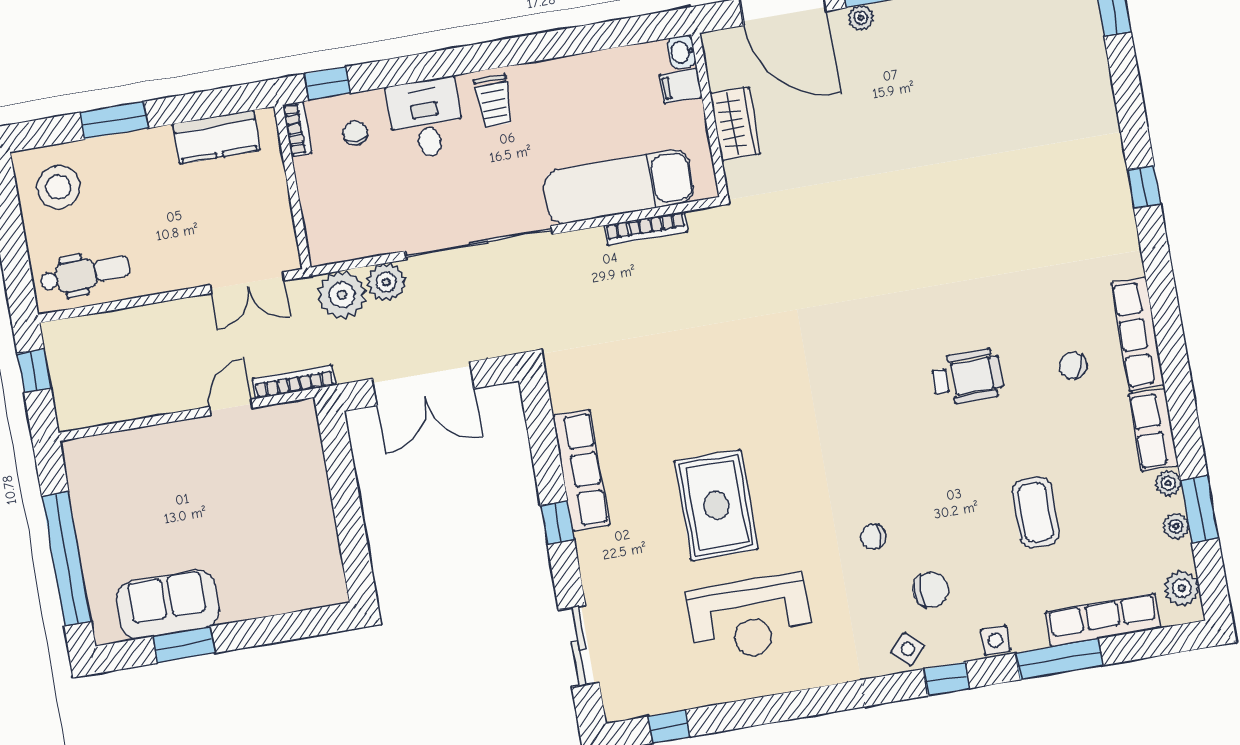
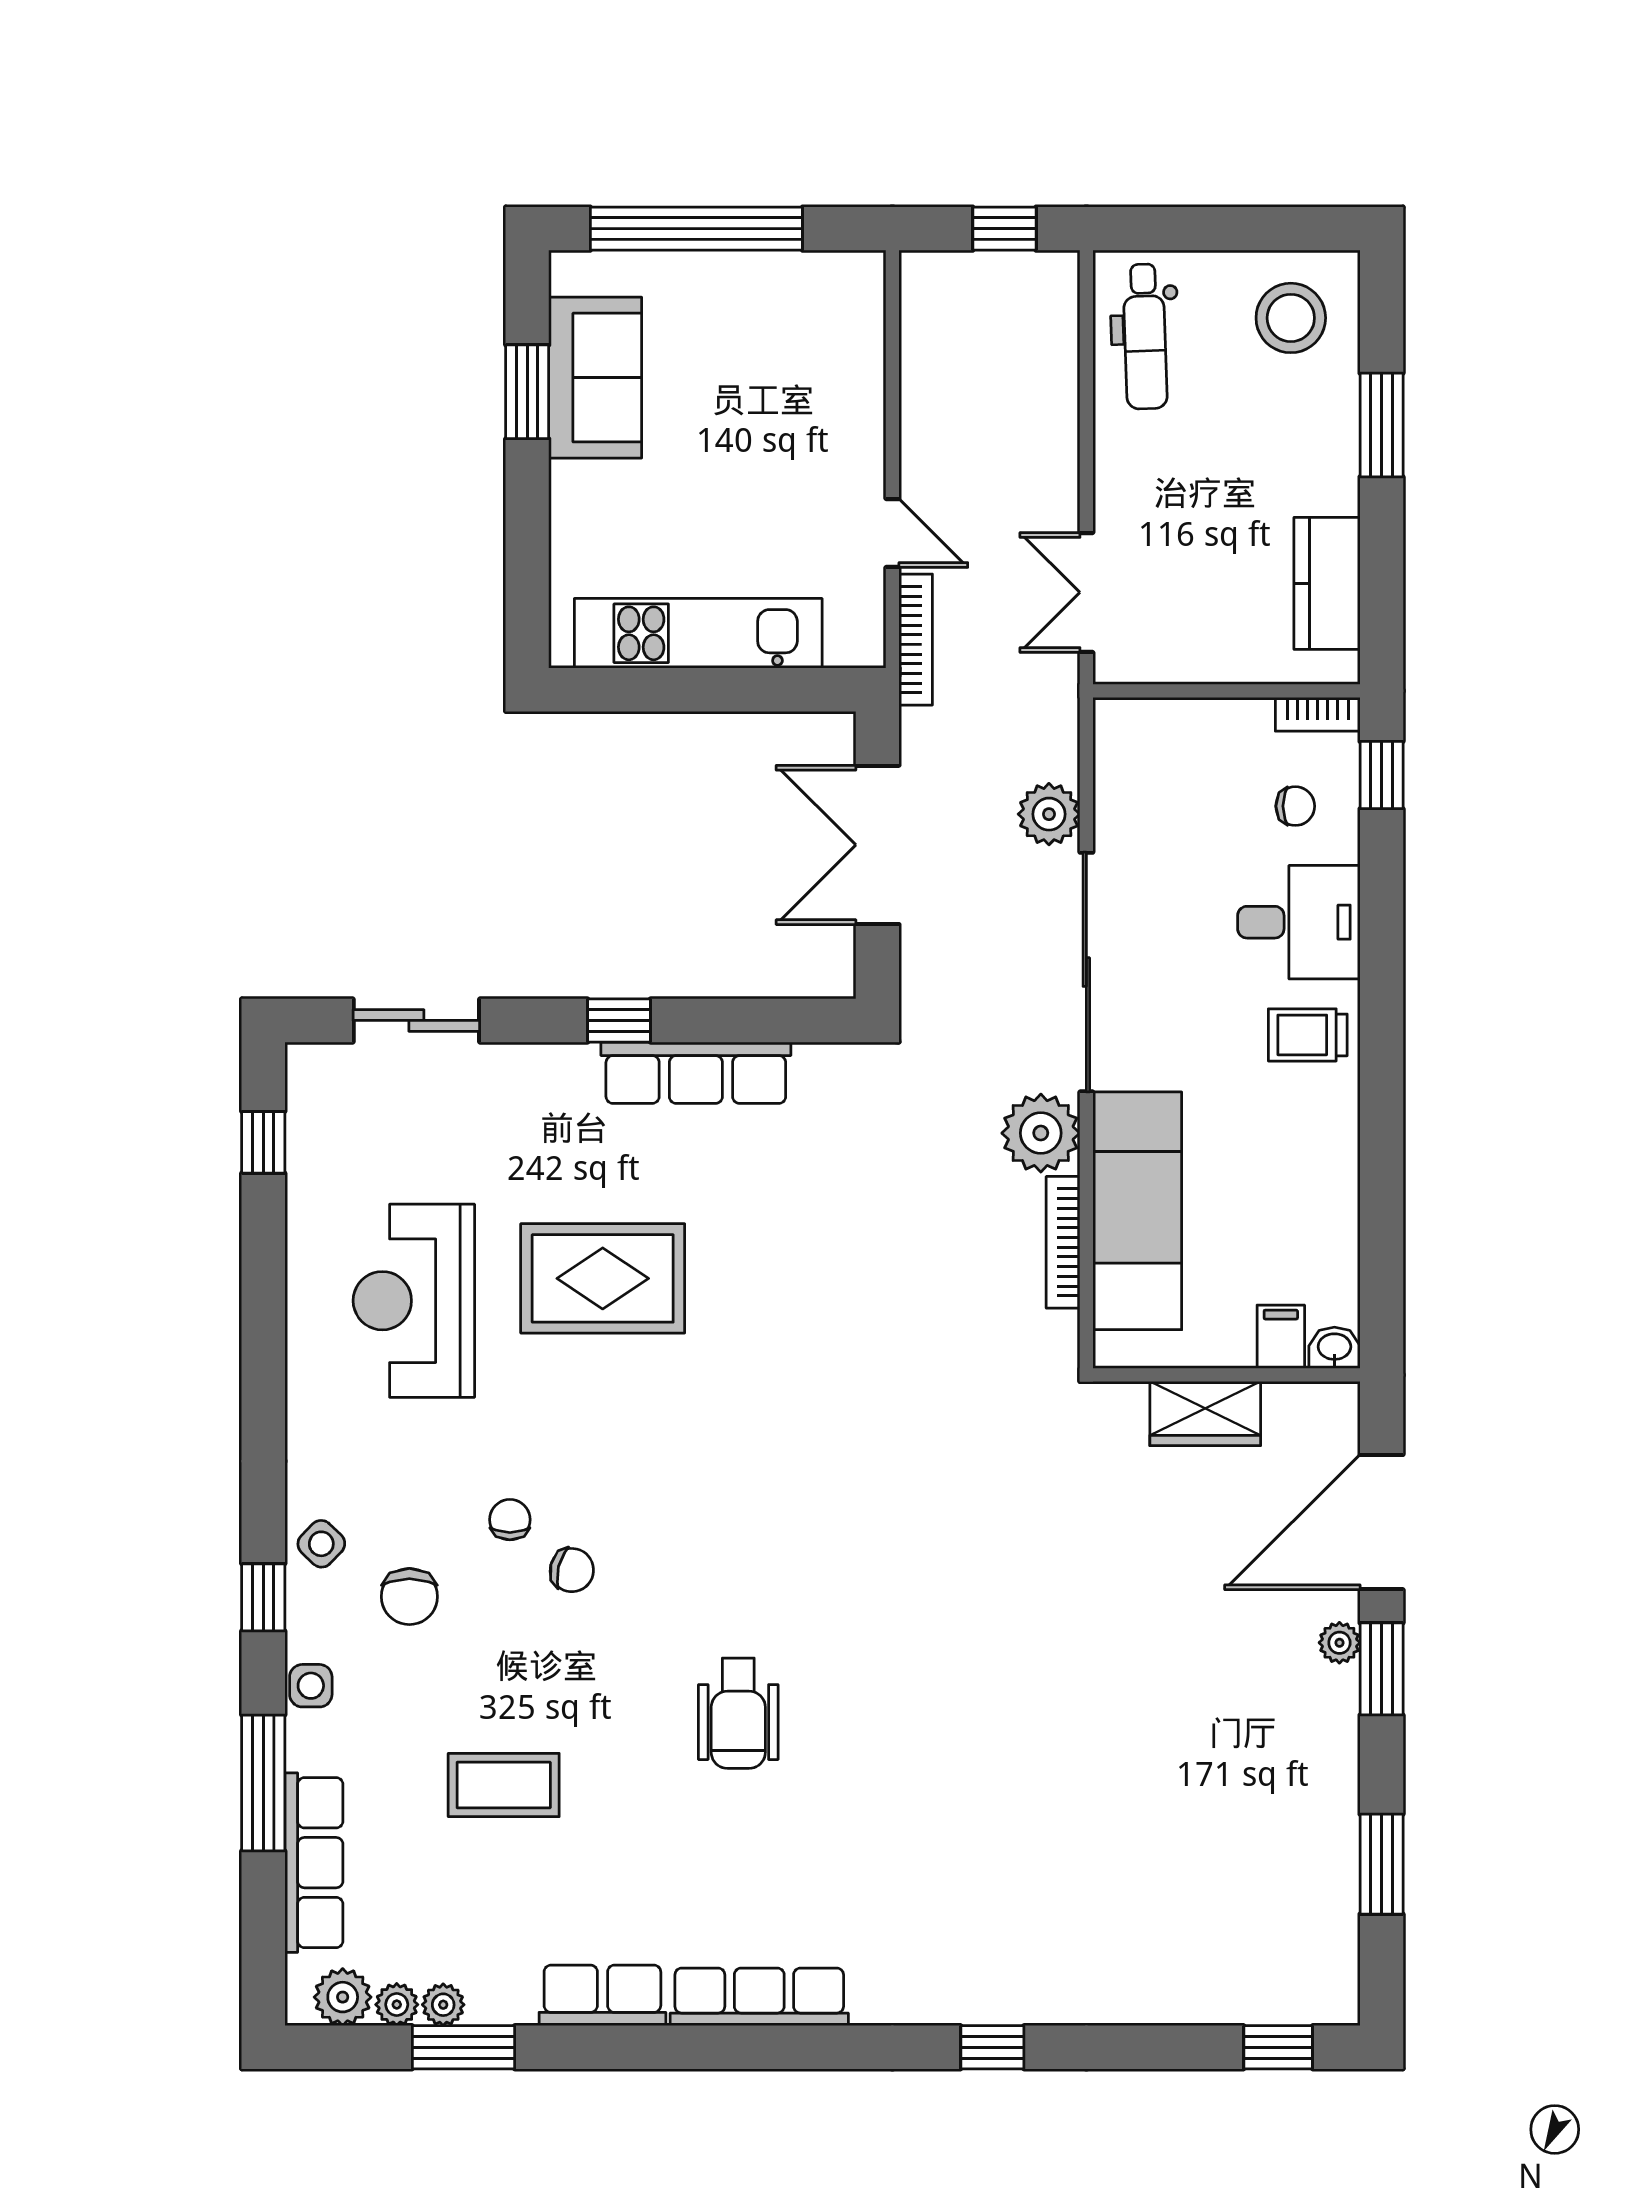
plant: (342, 295) -> (1041, 1133), moved
chair: (1073, 366) -> (572, 1570), moved, turned 79
plant: (1168, 483) -> (397, 2005), moved
kitchen unit: (313, 515) -> (698, 633), added

